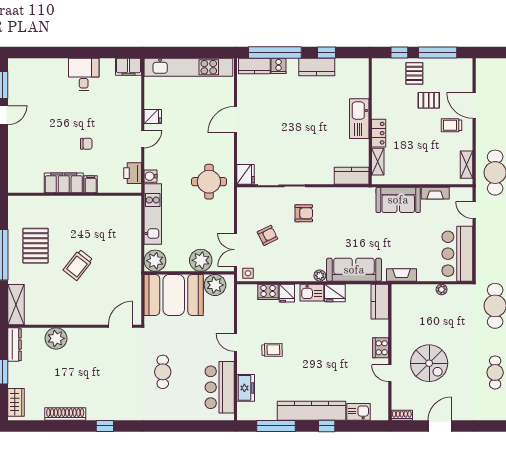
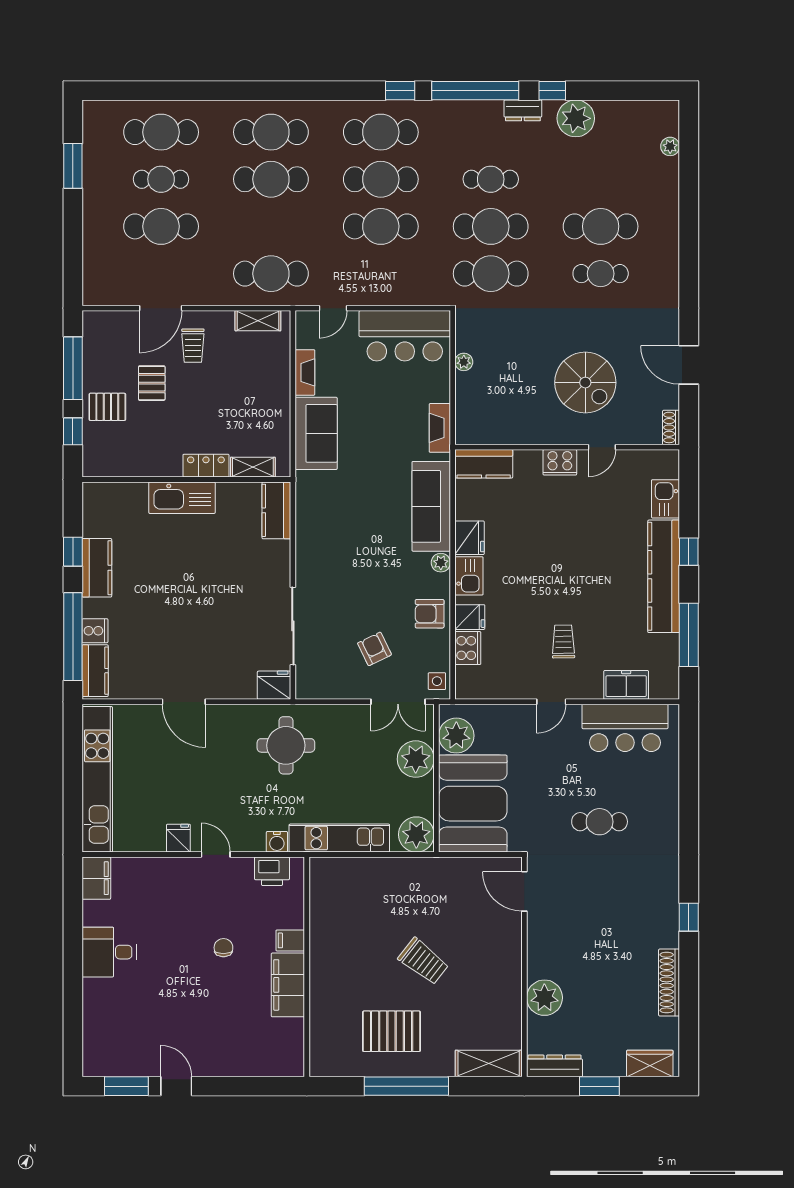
armchair: (304, 213) -> (430, 614), moved, turned -90
spiral stairs: (429, 363) -> (585, 383), turned 90

